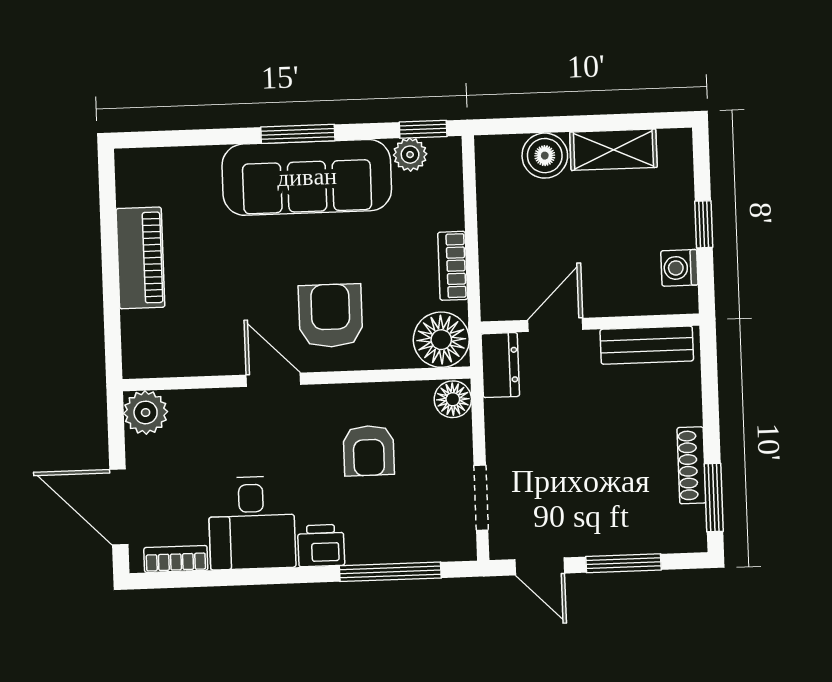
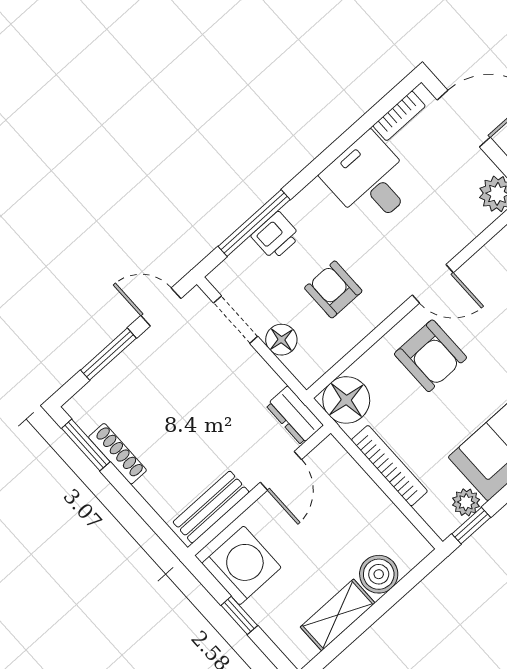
bookcase: (453, 266) -> (389, 466), width x1.56
washing machine: (679, 268) -> (242, 565), width x1.89, depth x1.89
floor lamp: (453, 399) -> (281, 340), moved
printer: (321, 546) -> (276, 236), moved

